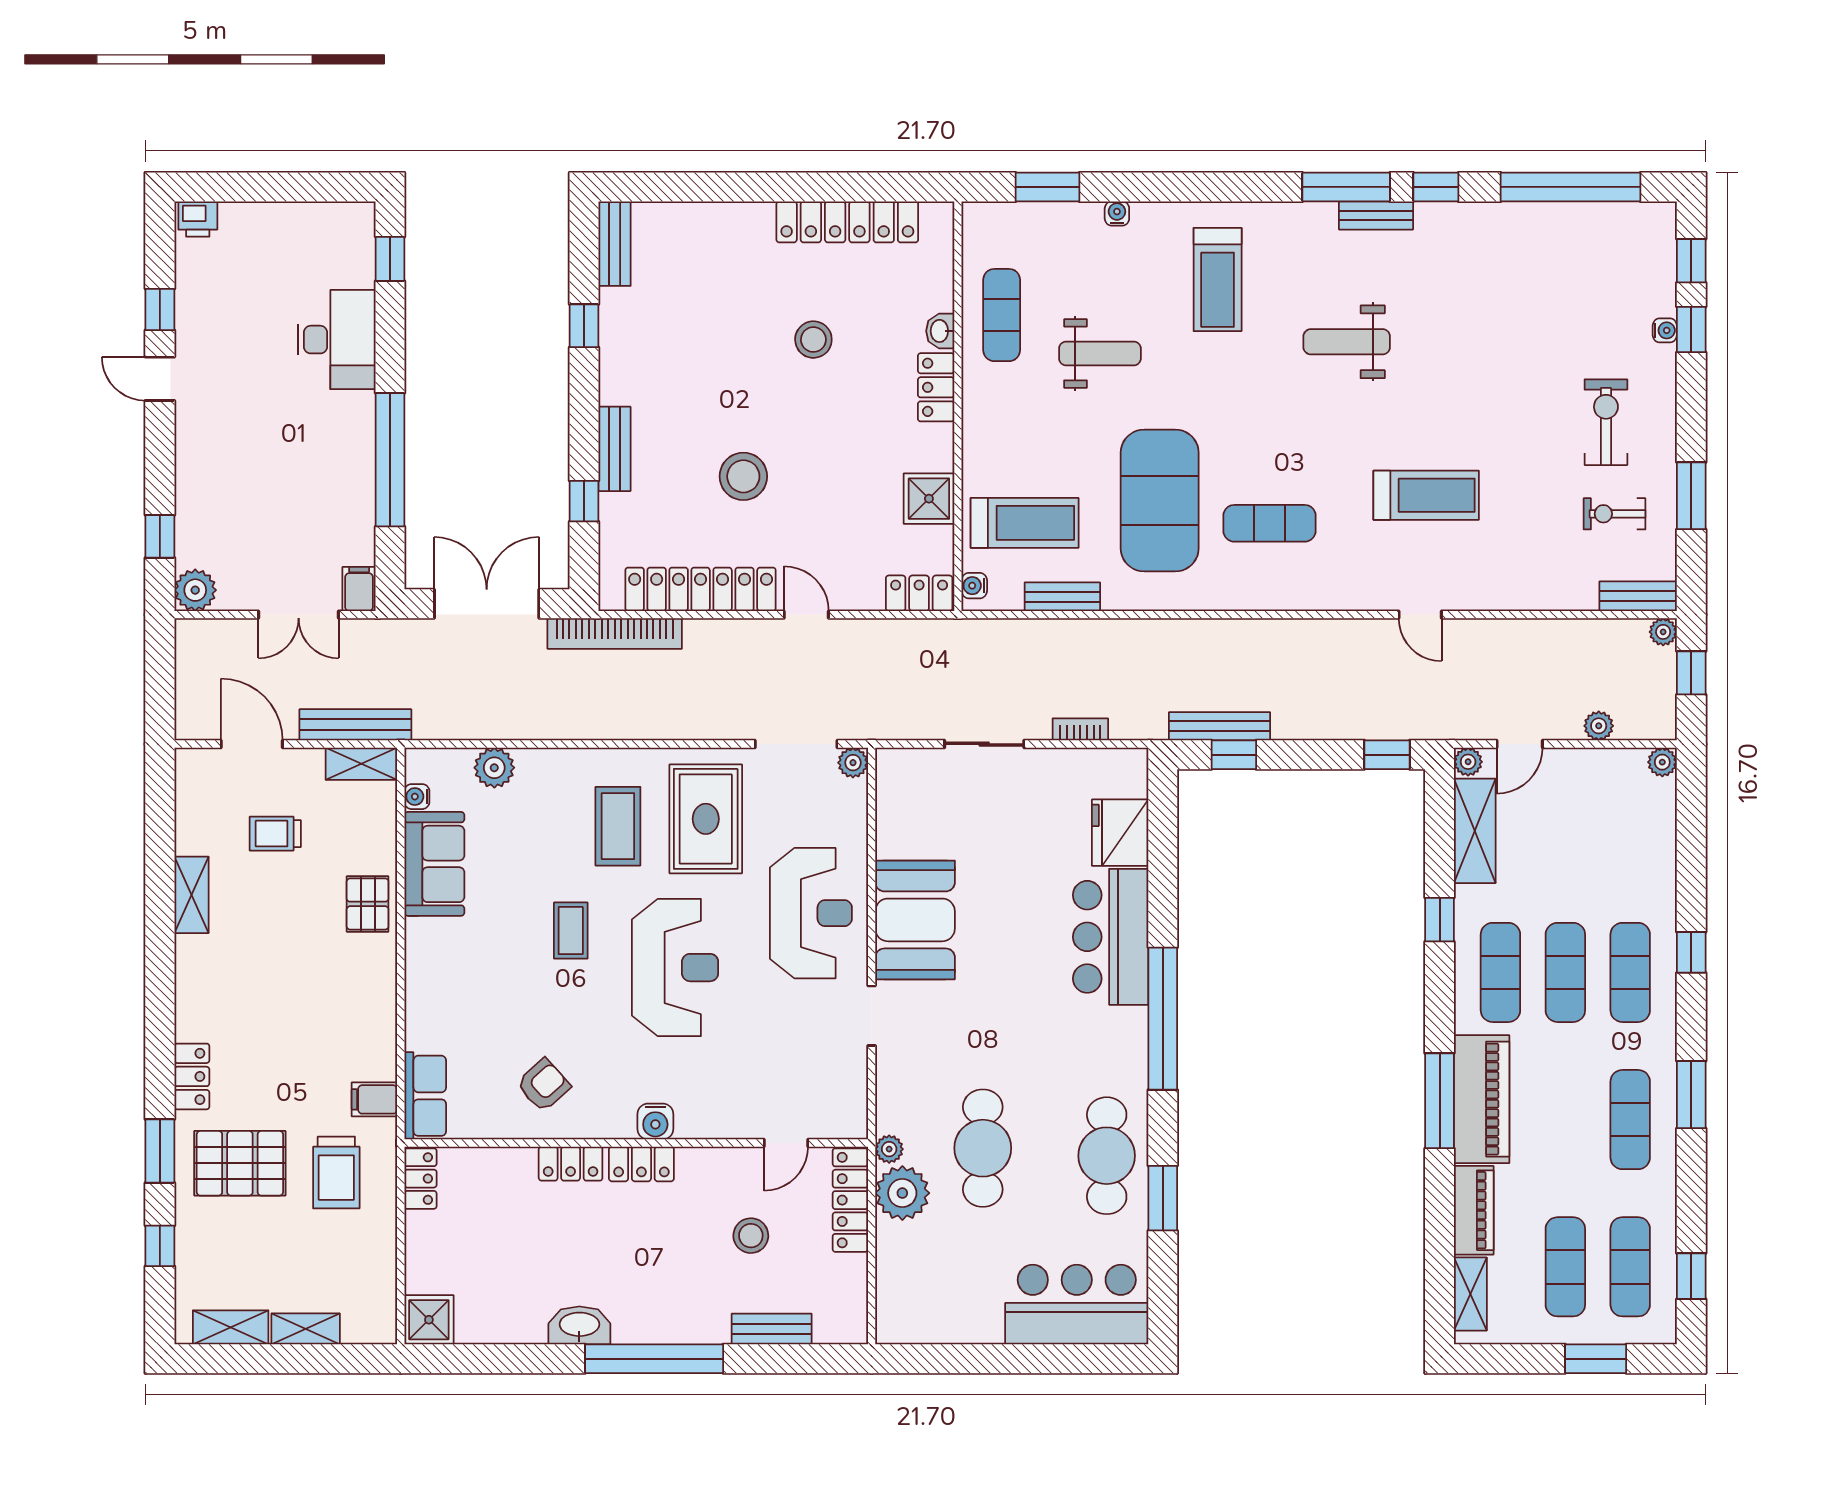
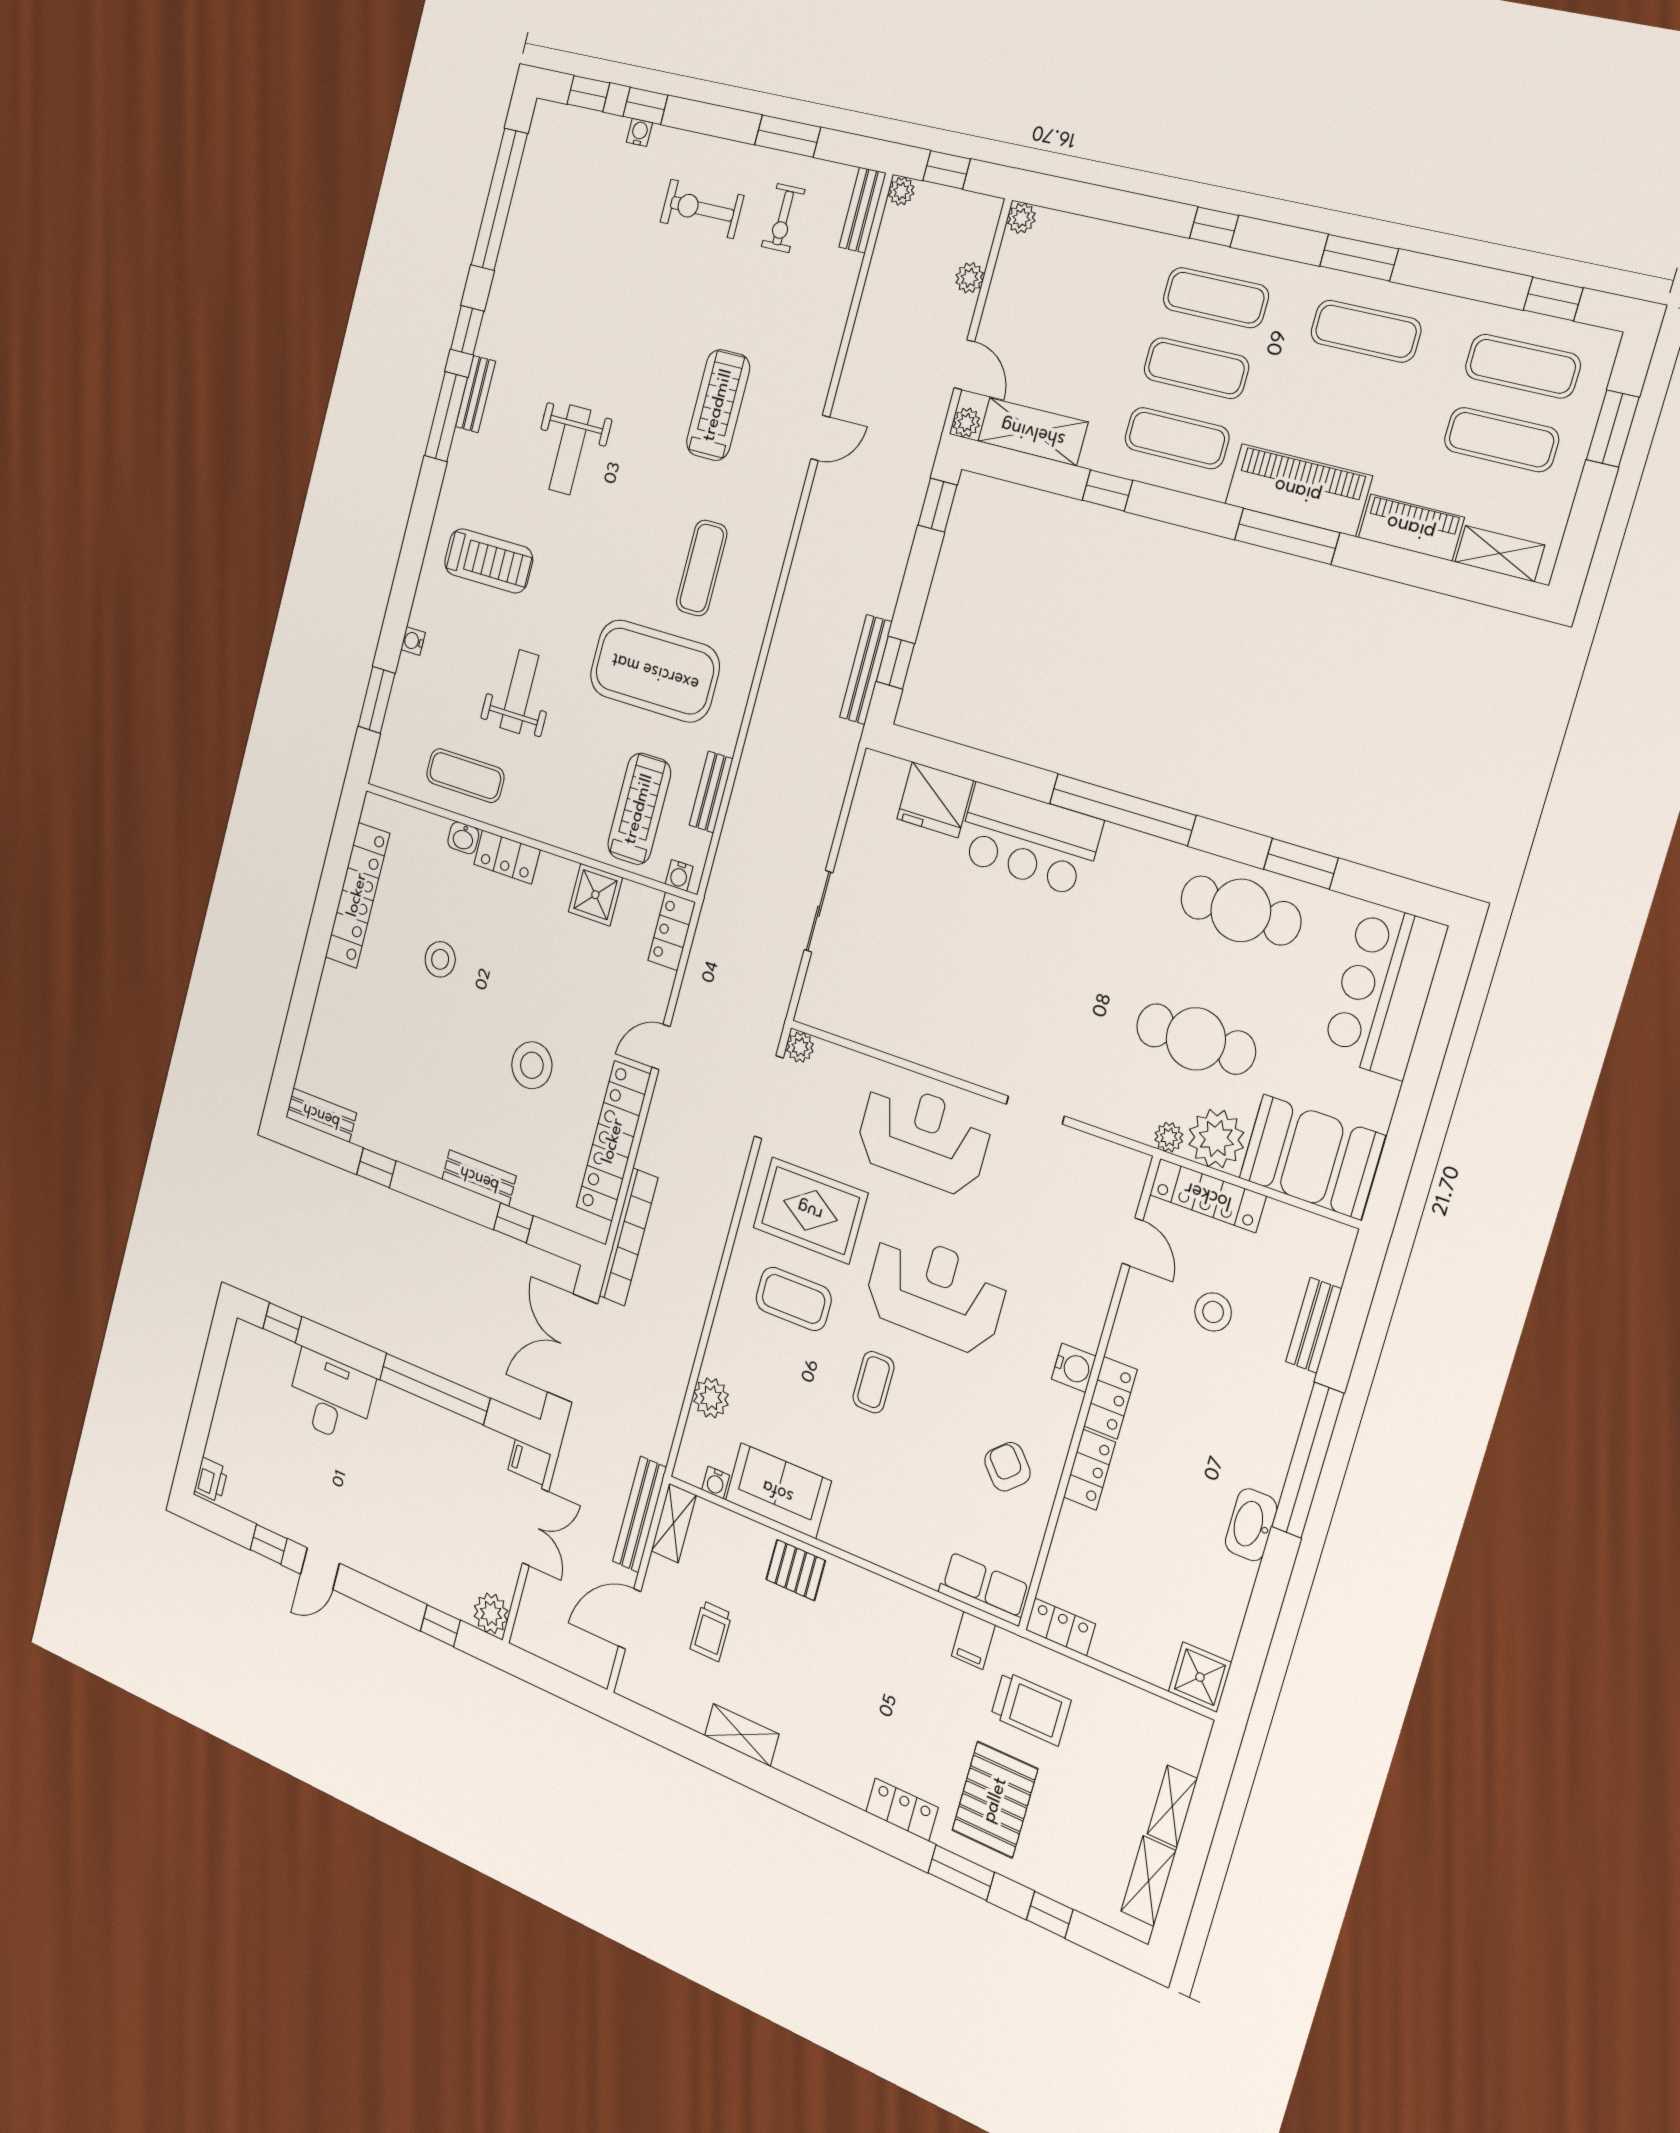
bookcase: (1080, 729) -> (831, 811), removed
booth: (915, 920) -> (1312, 1157), moved
coffee table: (571, 931) -> (873, 1382), turned 90

